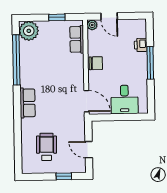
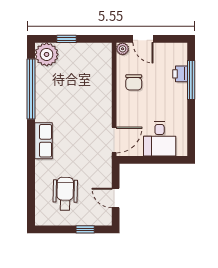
window: (57, 17) -> (67, 39), moved
row of seats: (77, 39) -> (104, 66), removed
chair: (96, 63) -> (134, 82), moved, turned 90
window: (150, 63) -> (191, 80), moved
door: (87, 101) -> (114, 140), hinge flipped

